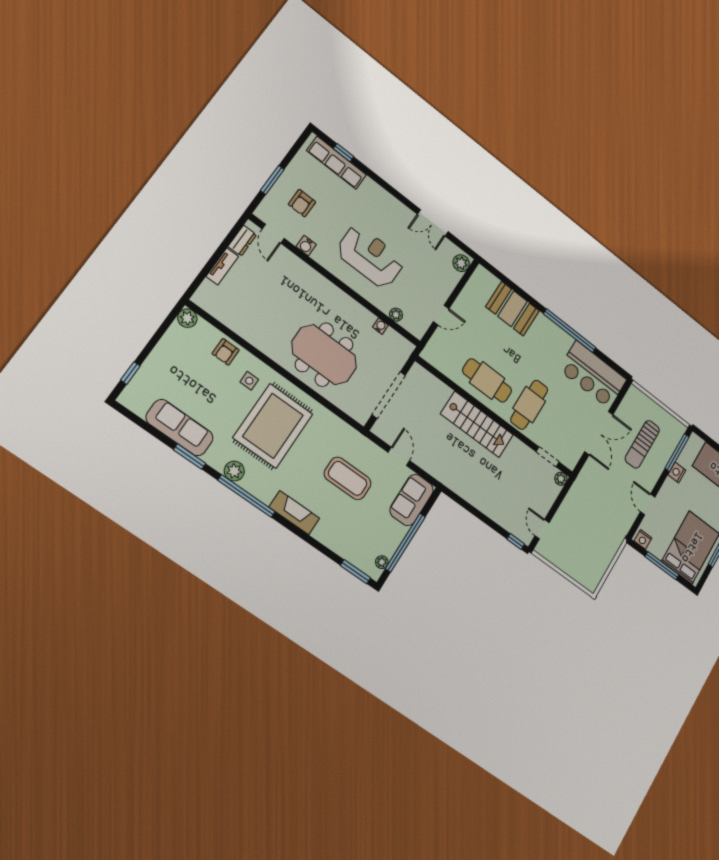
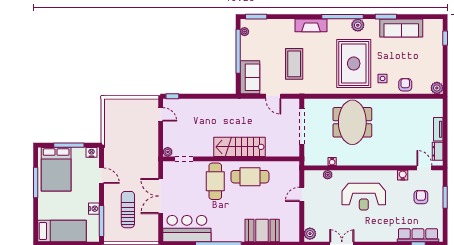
meeting table: (324, 355) -> (352, 122), turned 90
coffee table: (348, 478) -> (294, 64), turned 90

